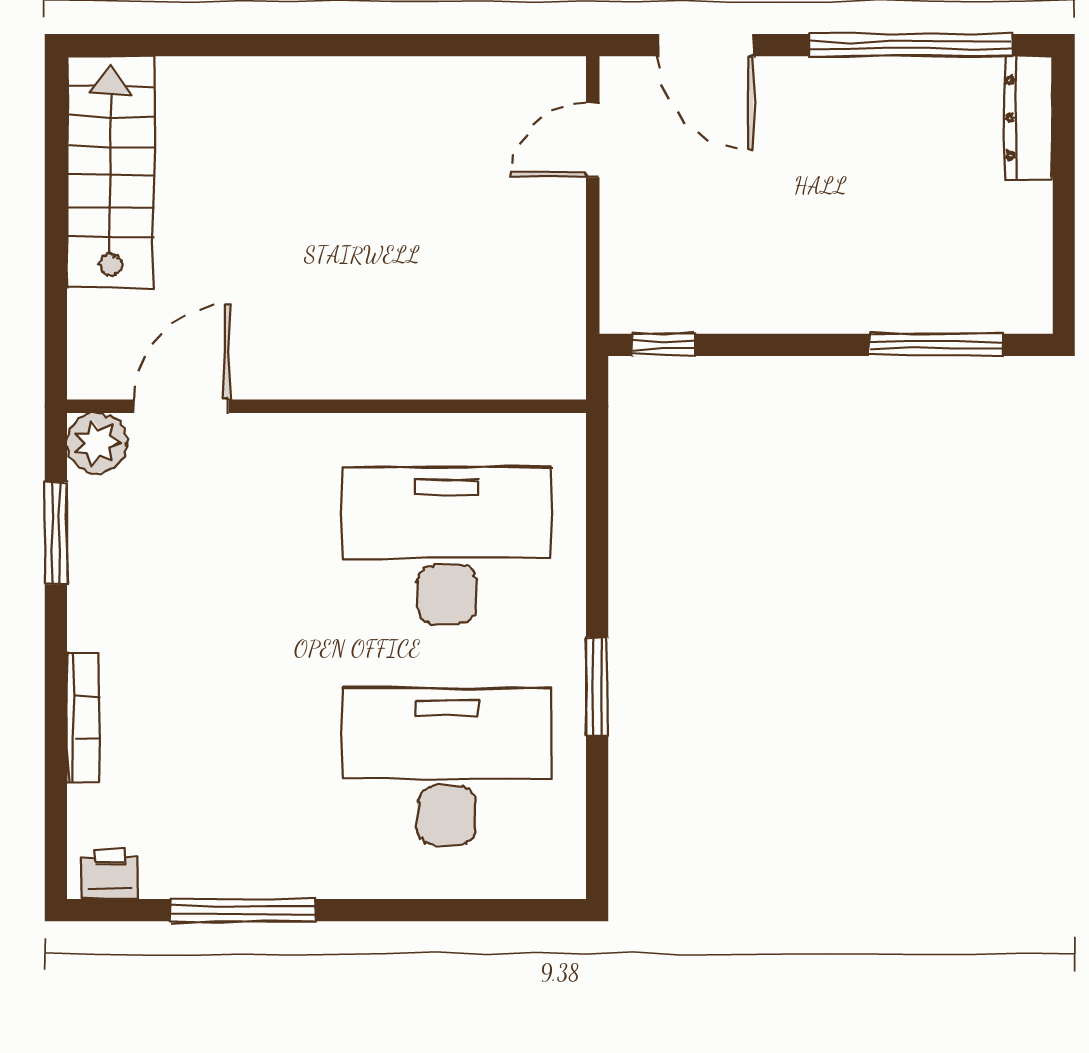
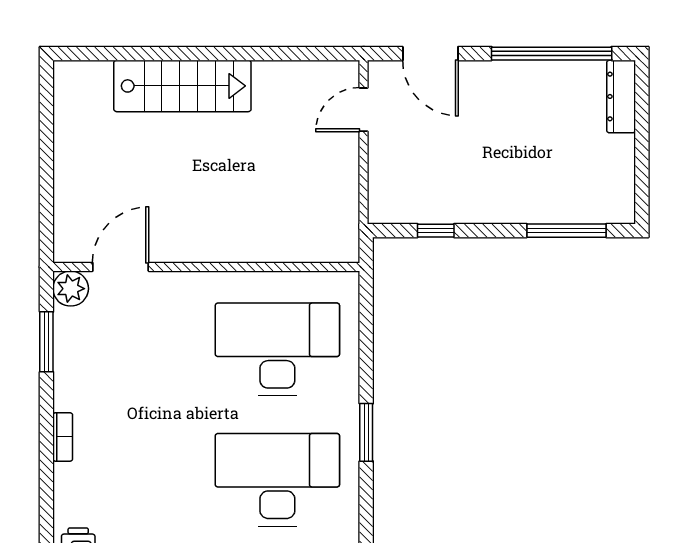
stairs: (111, 172) -> (182, 86), moved, turned 90
window: (663, 345) -> (436, 231), moved
bookcase: (83, 717) -> (63, 437), width x0.64

